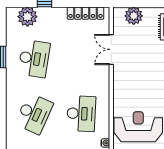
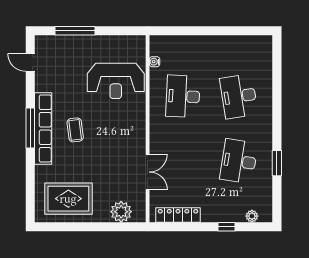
plant: (27, 17) -> (252, 216), width x0.53, depth x0.53
desk: (34, 114) -> (239, 96), turned -33

